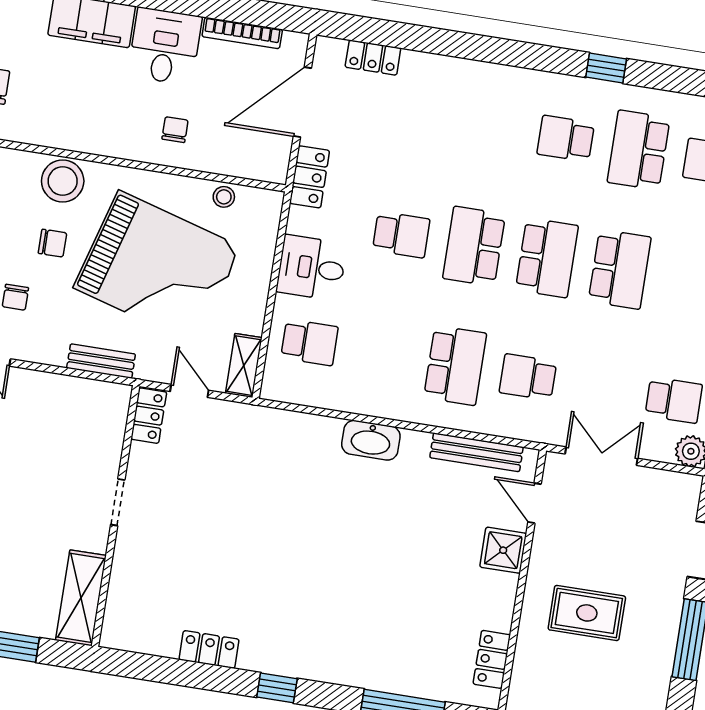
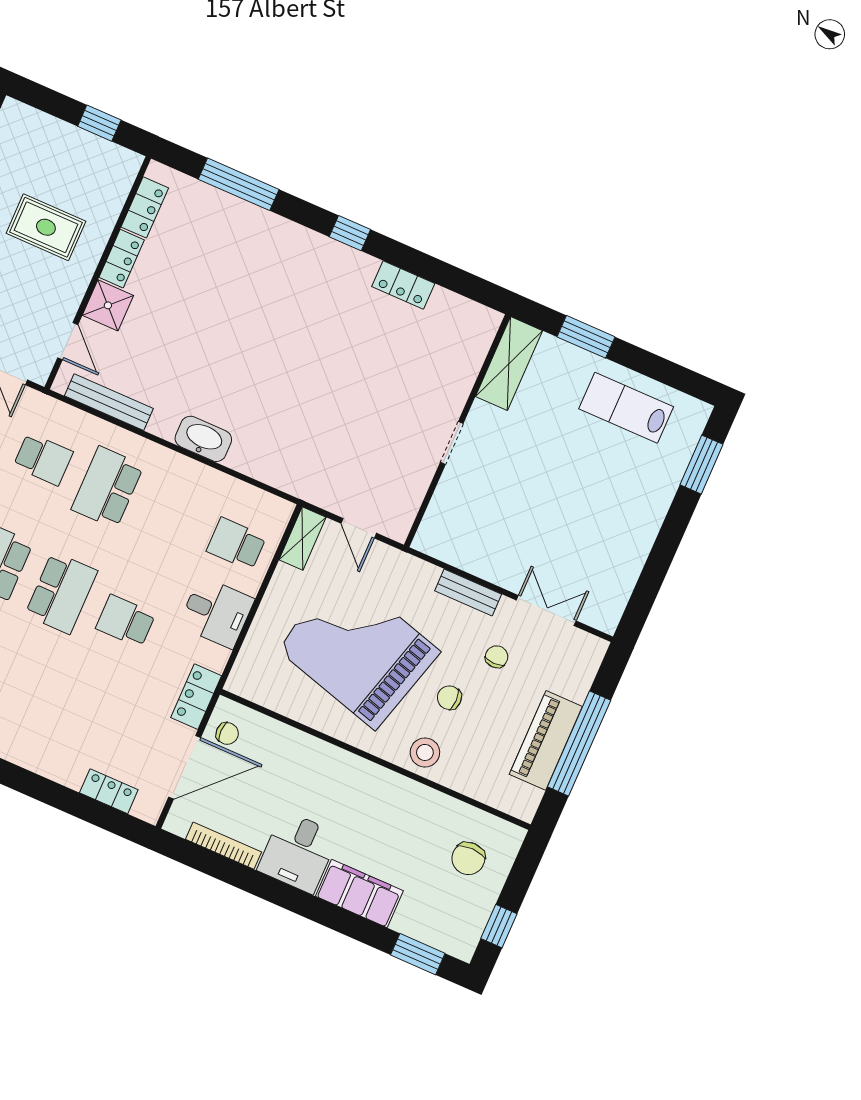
chair: (175, 130) -> (227, 733), moved, turned -90
stool: (63, 181) -> (425, 752), width x0.73, depth x0.73
stool: (224, 197) -> (280, 699), removed
bench: (101, 361) -> (468, 593), moved
locker: (149, 416) -> (122, 259), moved, turned 180

